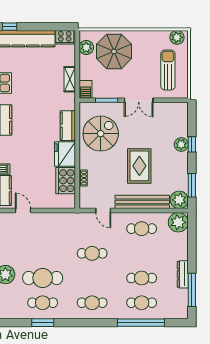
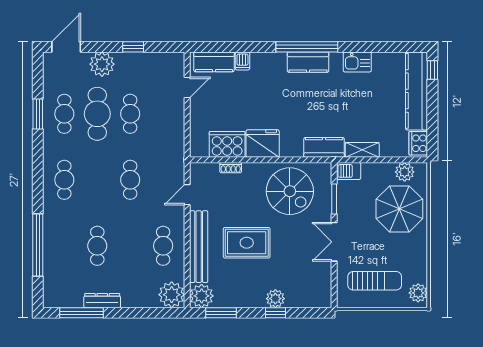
kitchen counter: (68, 126) -> (324, 147), moved
cafe table: (142, 303) -> (130, 114), moved

